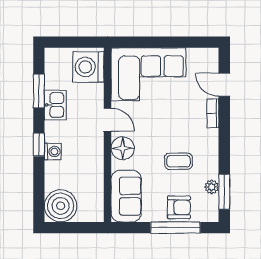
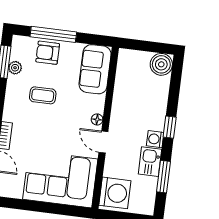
floor lamp: (123, 148) -> (97, 119), width x0.53, depth x0.53
washing machine: (53, 151) -> (155, 139), moved
boiler: (61, 206) -> (161, 64), width x0.73, depth x0.73

